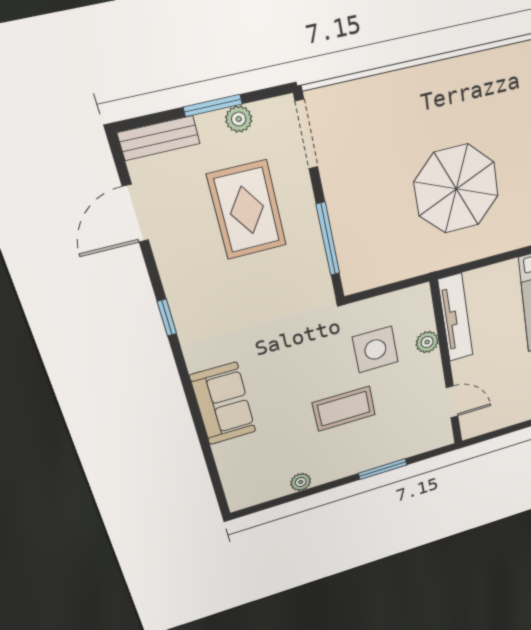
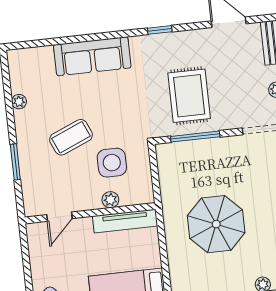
rug: (247, 210) -> (189, 96), moved, turned 90
sofa: (223, 404) -> (92, 56), width x1.36
coffee table: (344, 409) -> (71, 137), turned 67

